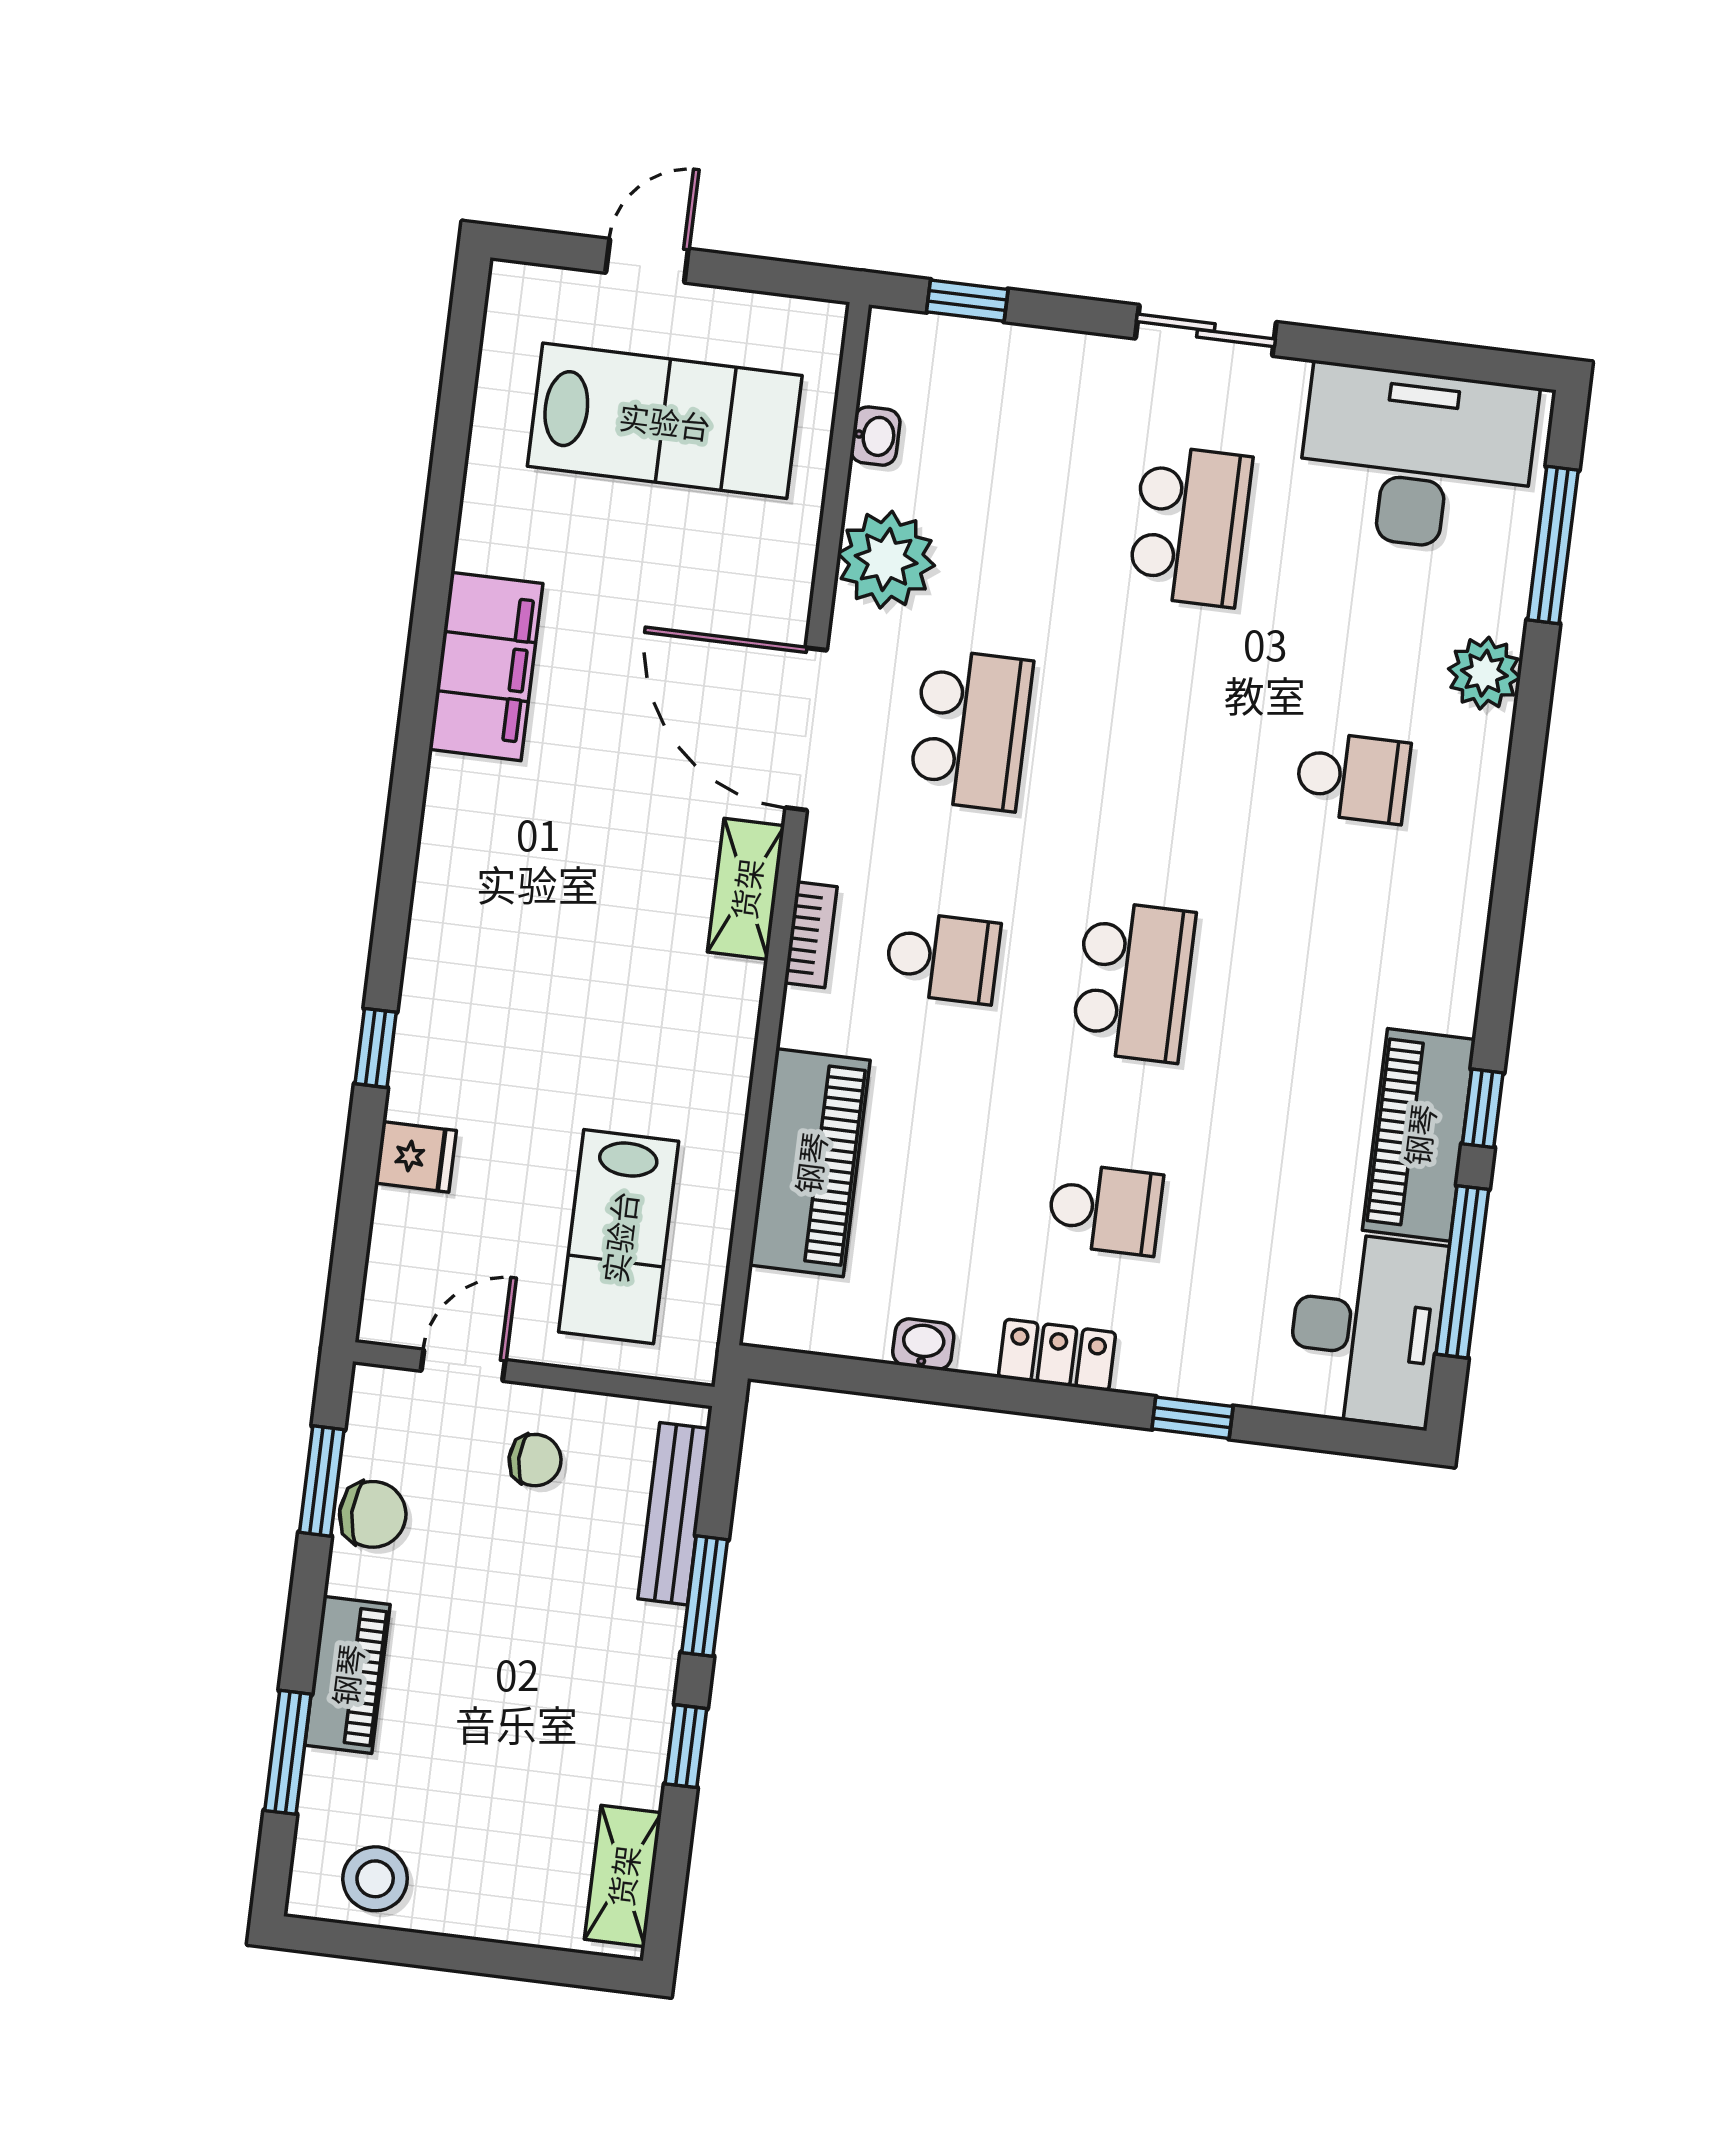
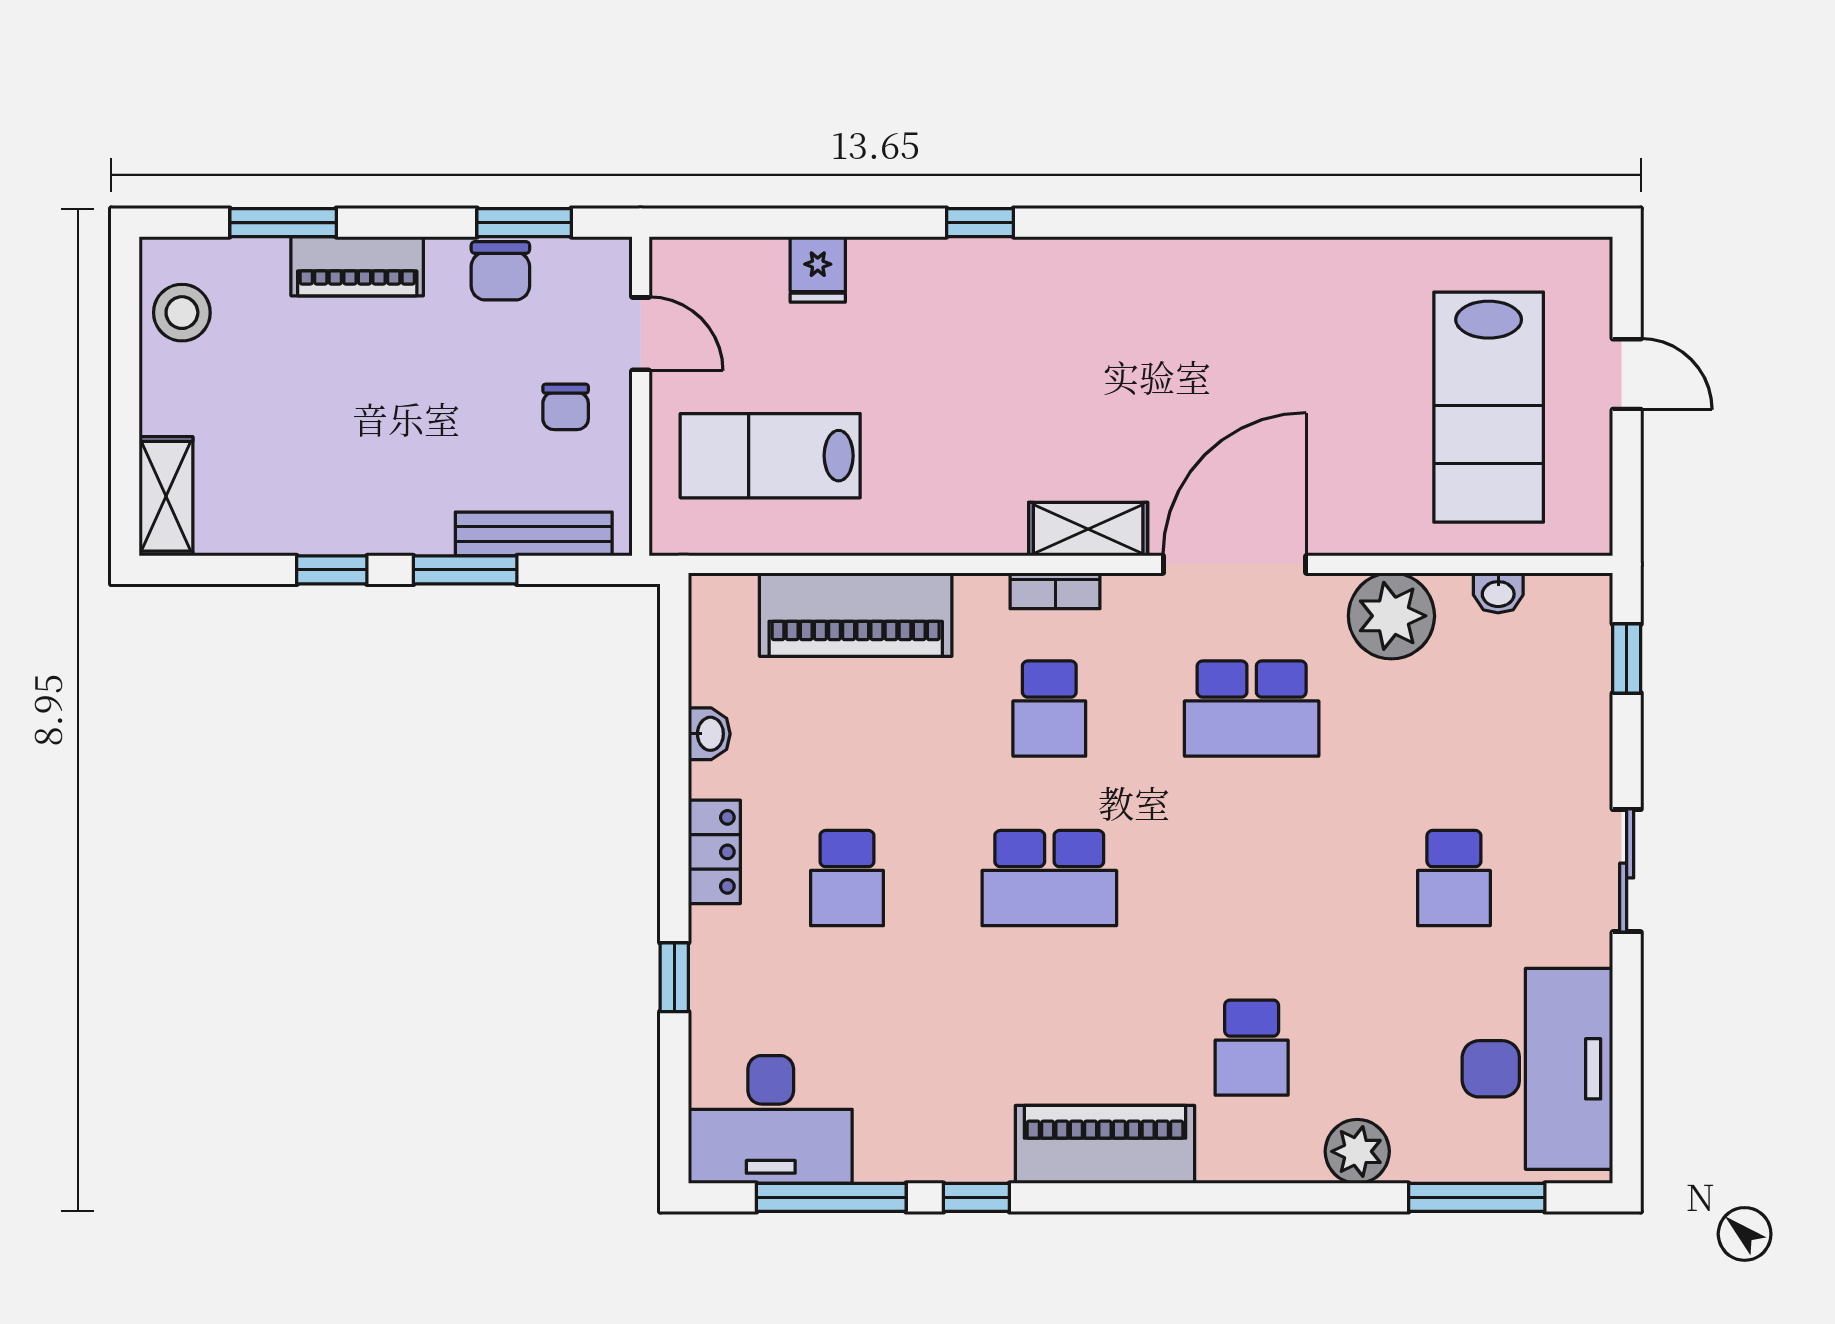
school desk: (1190, 526) -> (1454, 878), width x0.54
filing cabinet: (486, 666) -> (1254, 277), removed
window: (376, 1048) -> (980, 223), moved
piano: (1419, 1135) -> (1105, 1144), moved
shelving: (623, 1876) -> (166, 496), moved, turned 90

